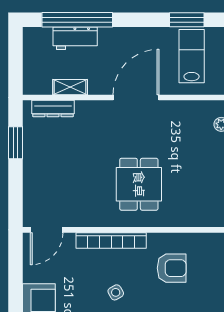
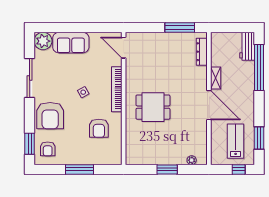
workbench: (75, 38) -> (247, 46), moved
lab bench: (192, 56) -> (236, 141), turned -90
shelving: (70, 87) -> (216, 78), moved
window: (16, 143) -> (180, 28), width x1.44

